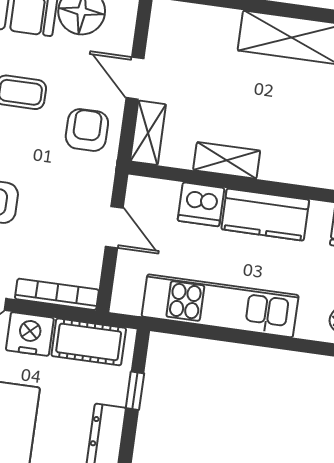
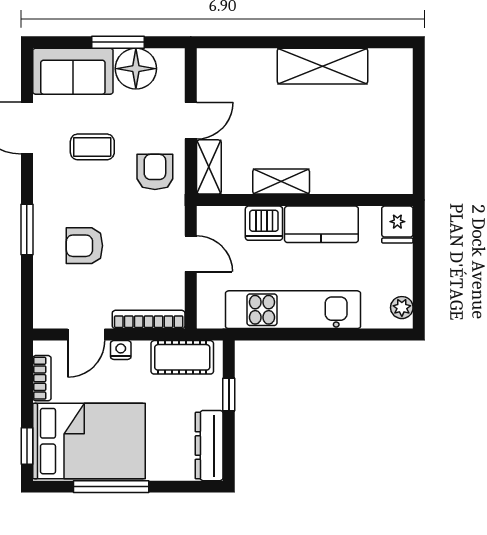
door: (135, 78) -> (191, 121), swing flipped
nightstand: (30, 334) -> (121, 350), width x0.53, depth x0.56

